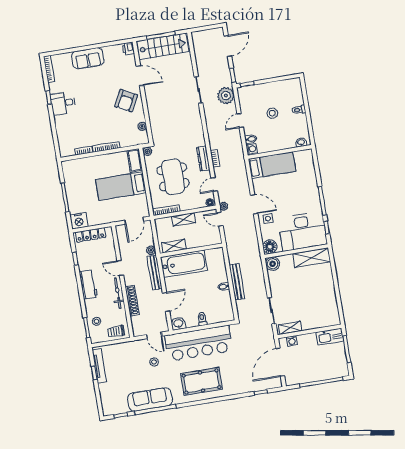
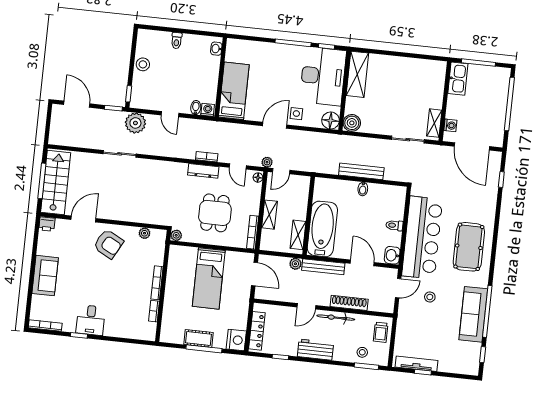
stool: (272, 113) -> (143, 64), moved
cot: (135, 160) -> (199, 338), moved
dining table: (173, 177) -> (215, 213), width x0.73

